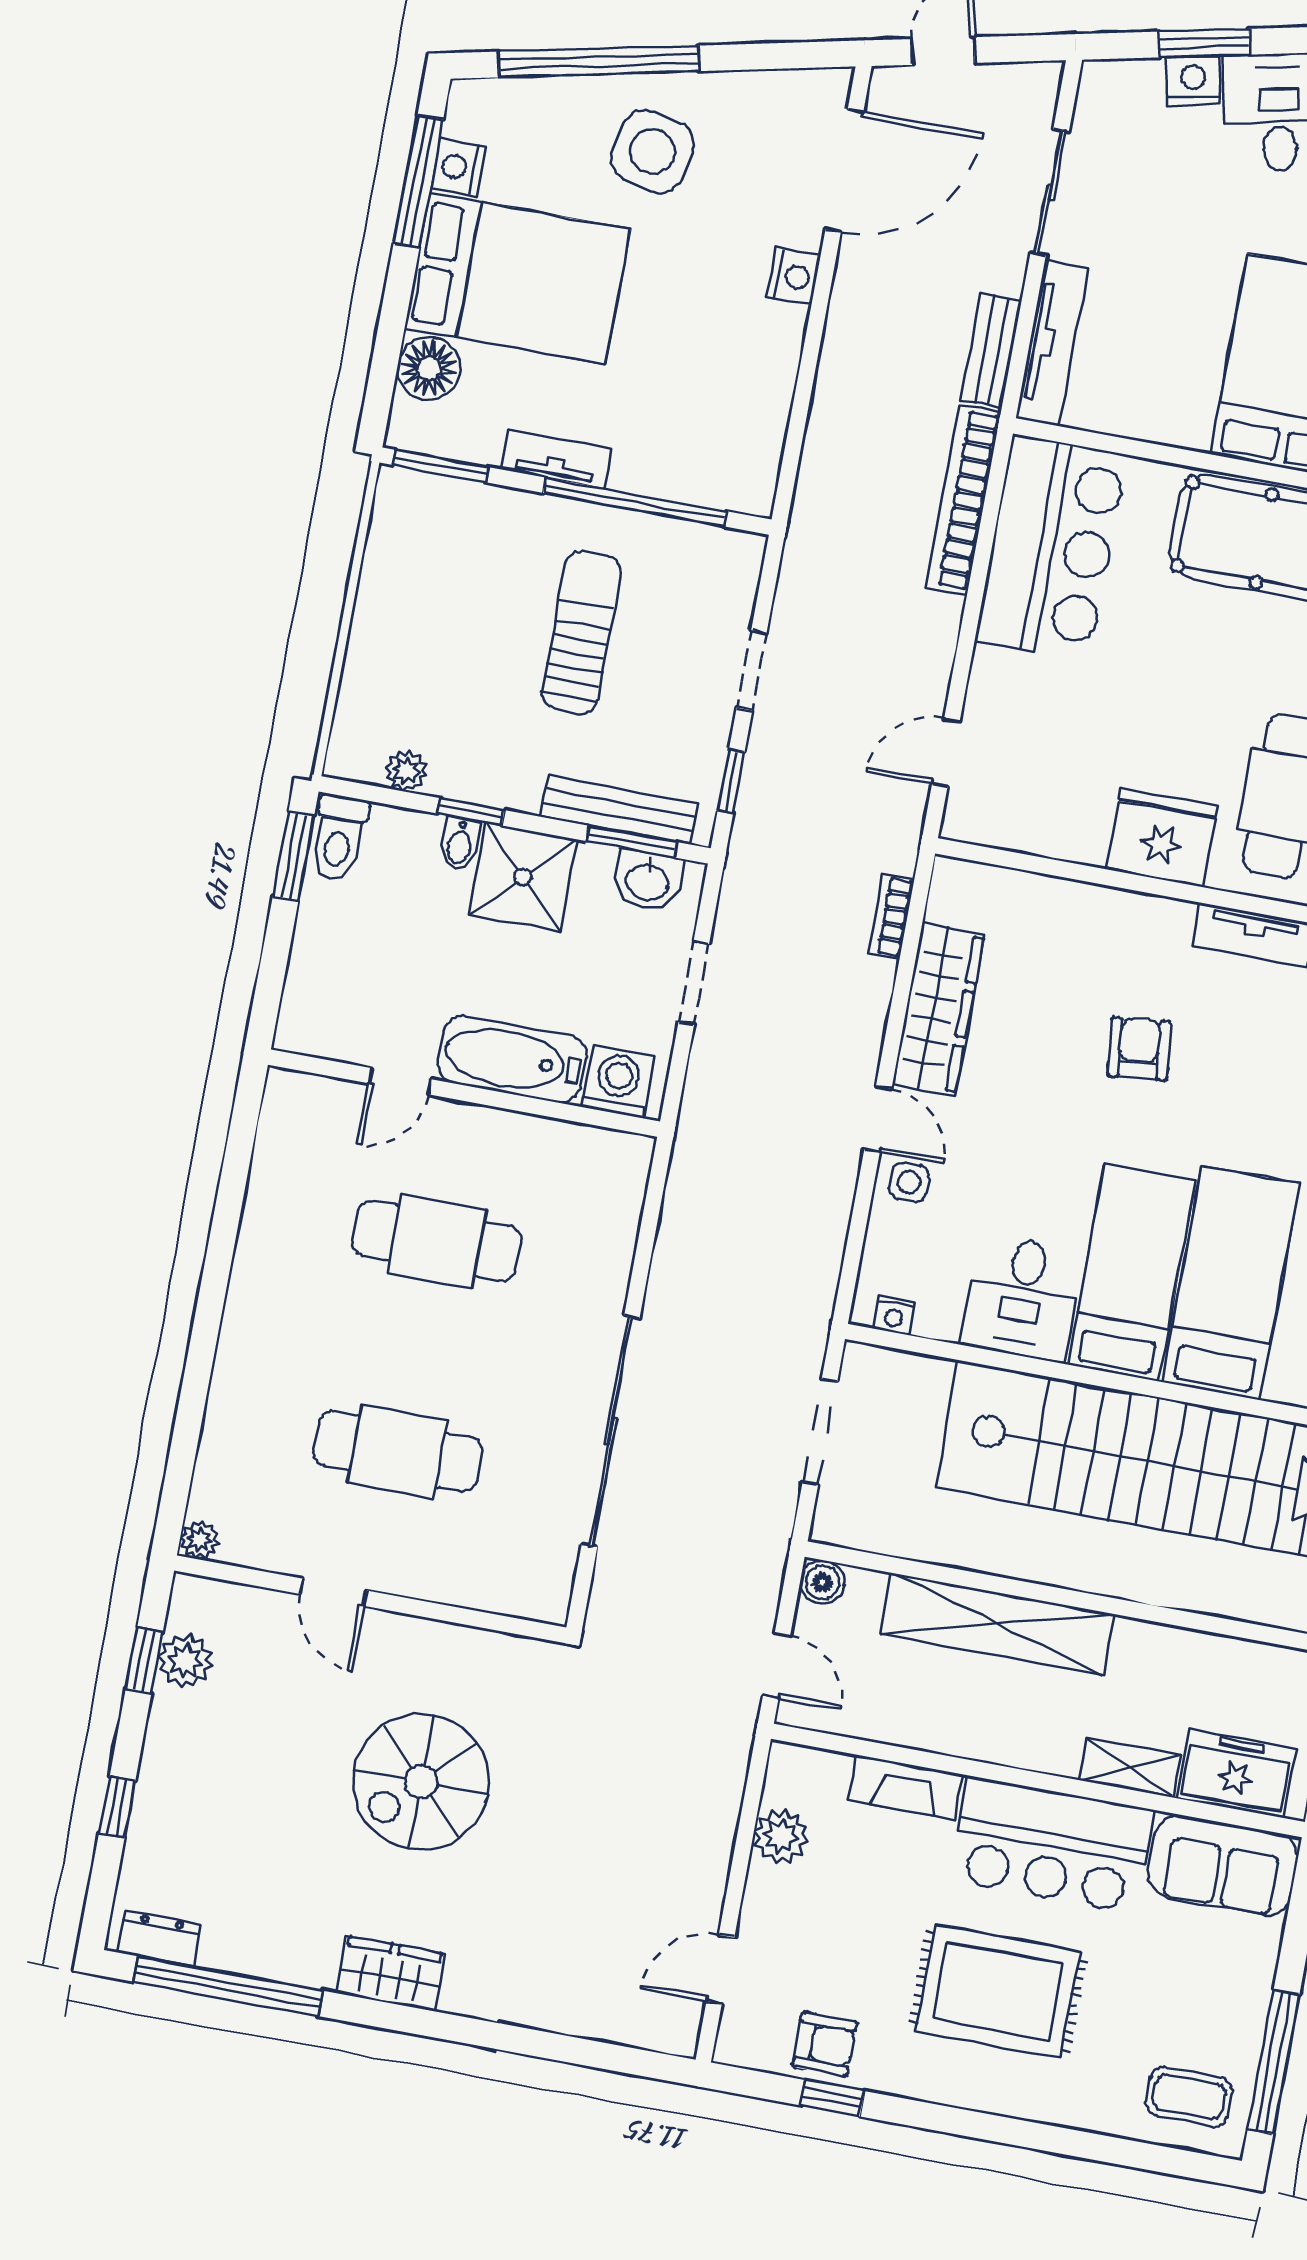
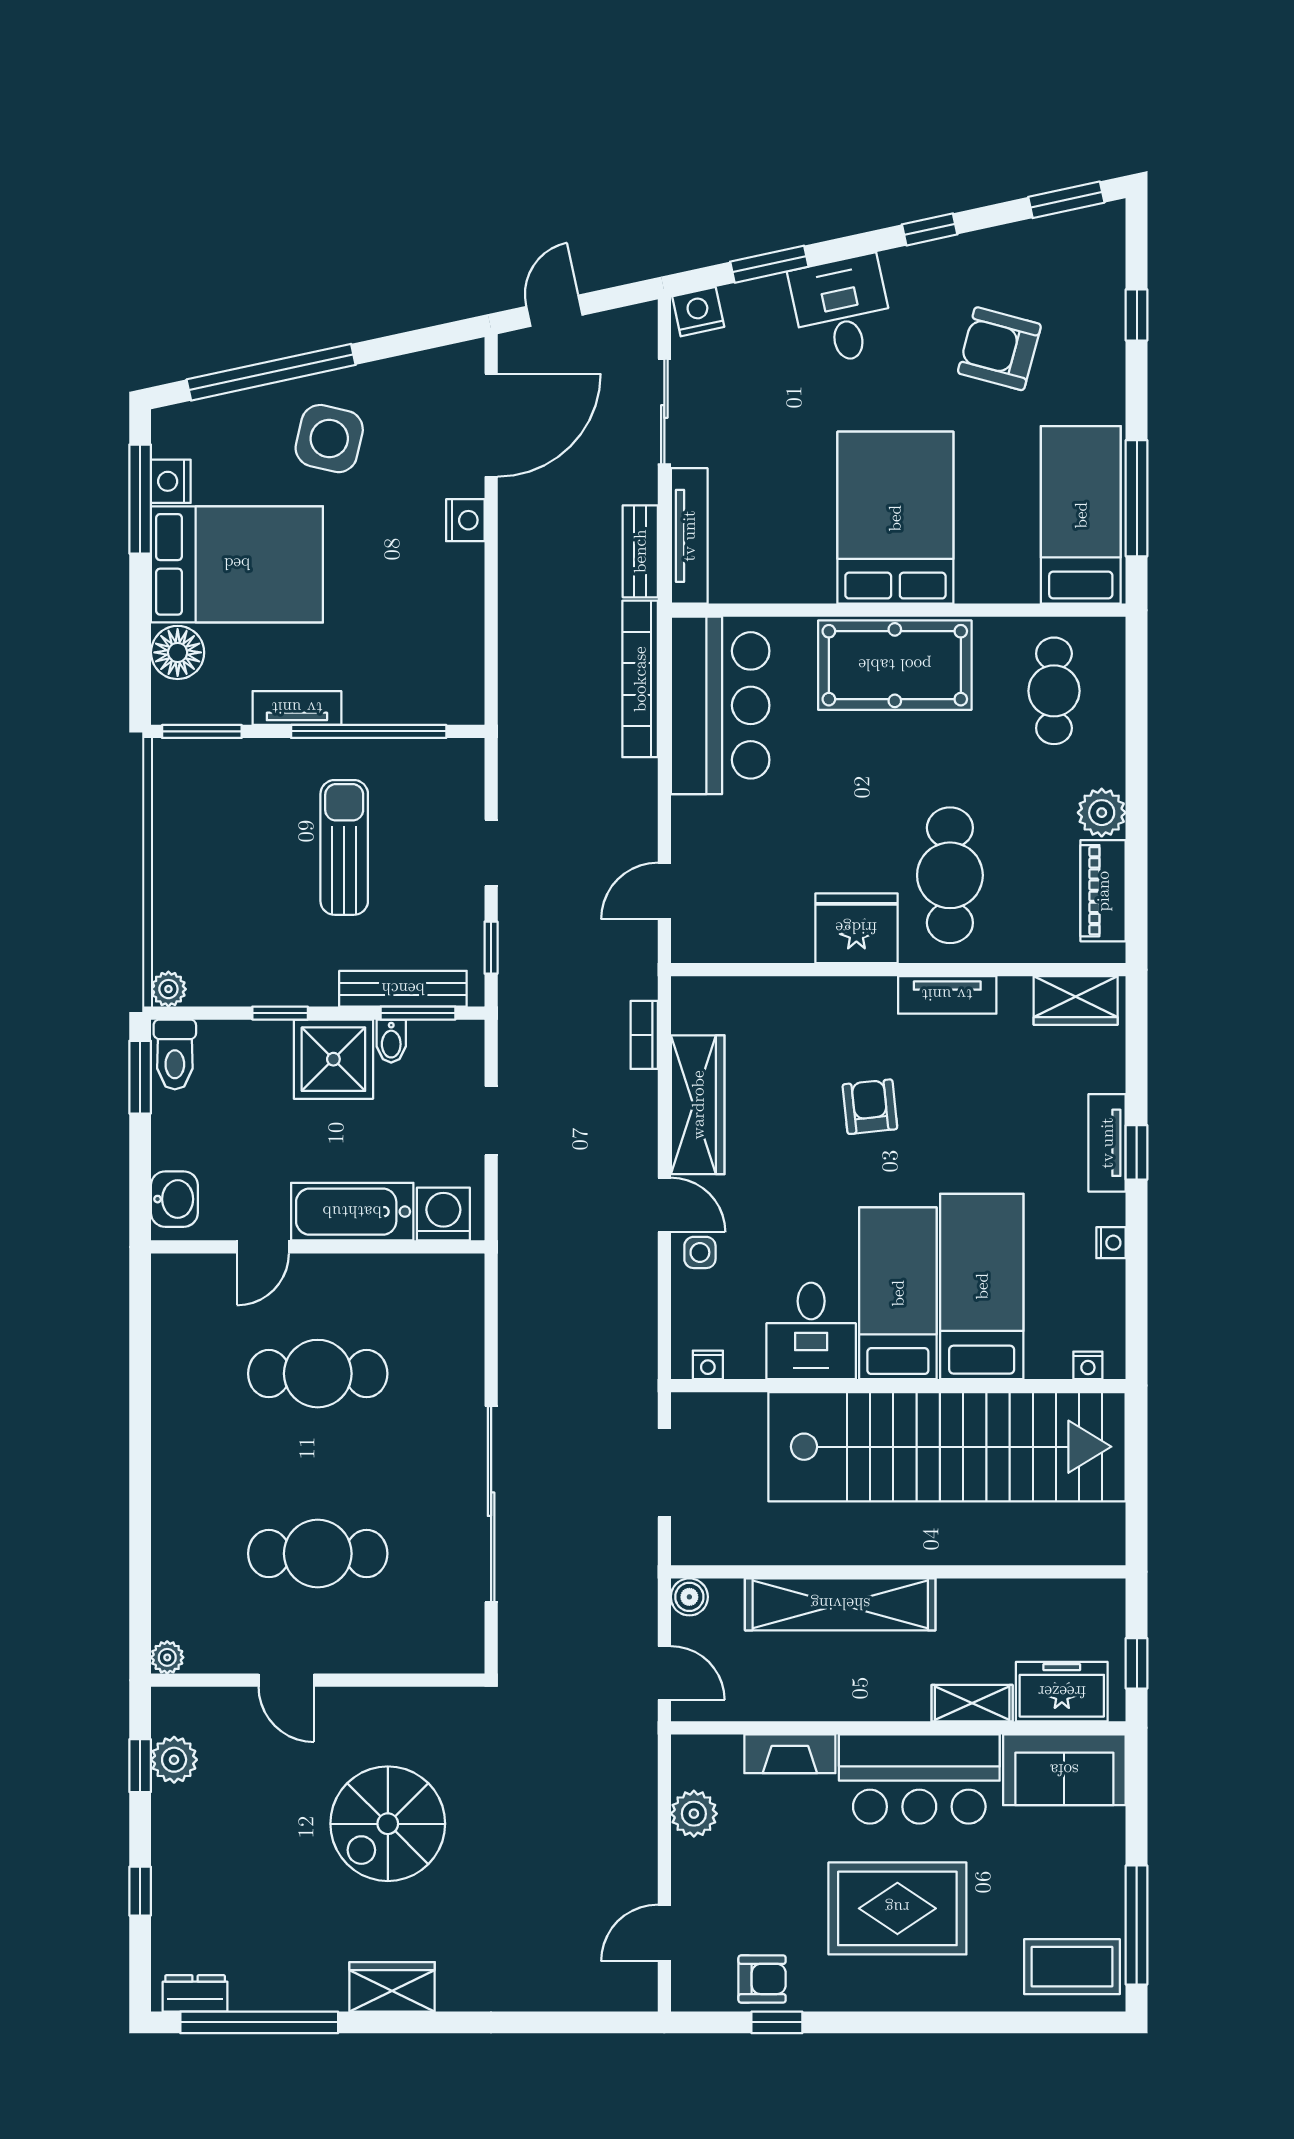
nightstand: (1193, 81) -> (698, 312), moved
plant: (406, 771) -> (168, 989), moved
bidet: (459, 844) -> (391, 1041), moved
washbasin: (647, 881) -> (174, 1199), moved, turned -90
coffee table: (1189, 2097) -> (1072, 1967), width x1.36, depth x1.30

